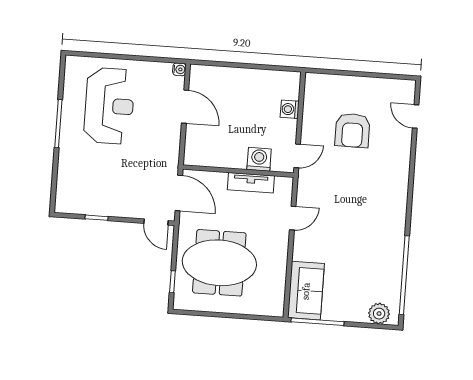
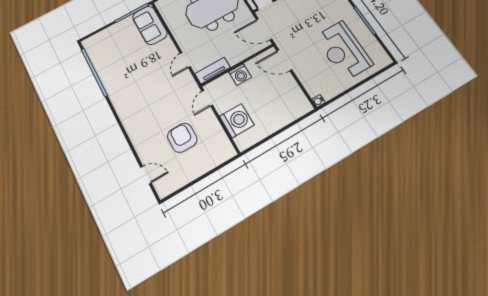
door: (185, 107) -> (284, 60), moved
washing machine: (290, 109) -> (237, 121), width x1.89, depth x1.89
washing machine: (259, 159) -> (240, 74), moved
tv unit: (251, 183) -> (213, 71), moved
plant: (379, 314) -> (97, 41), removed

